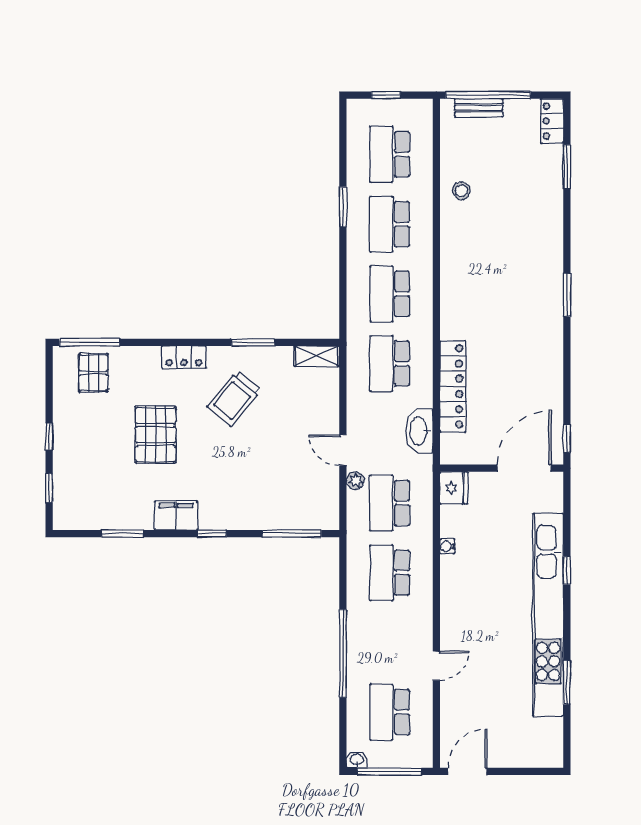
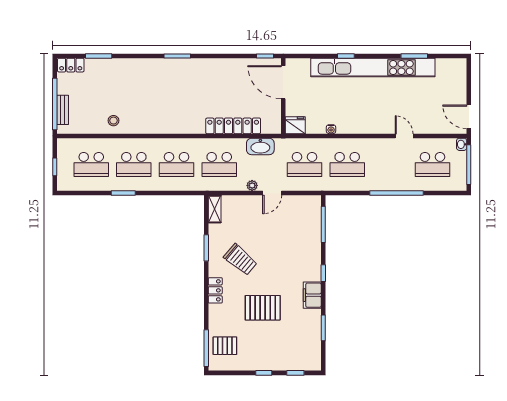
plant: (355, 481) -> (252, 185), moved
washbasin: (357, 760) -> (462, 144), moved

